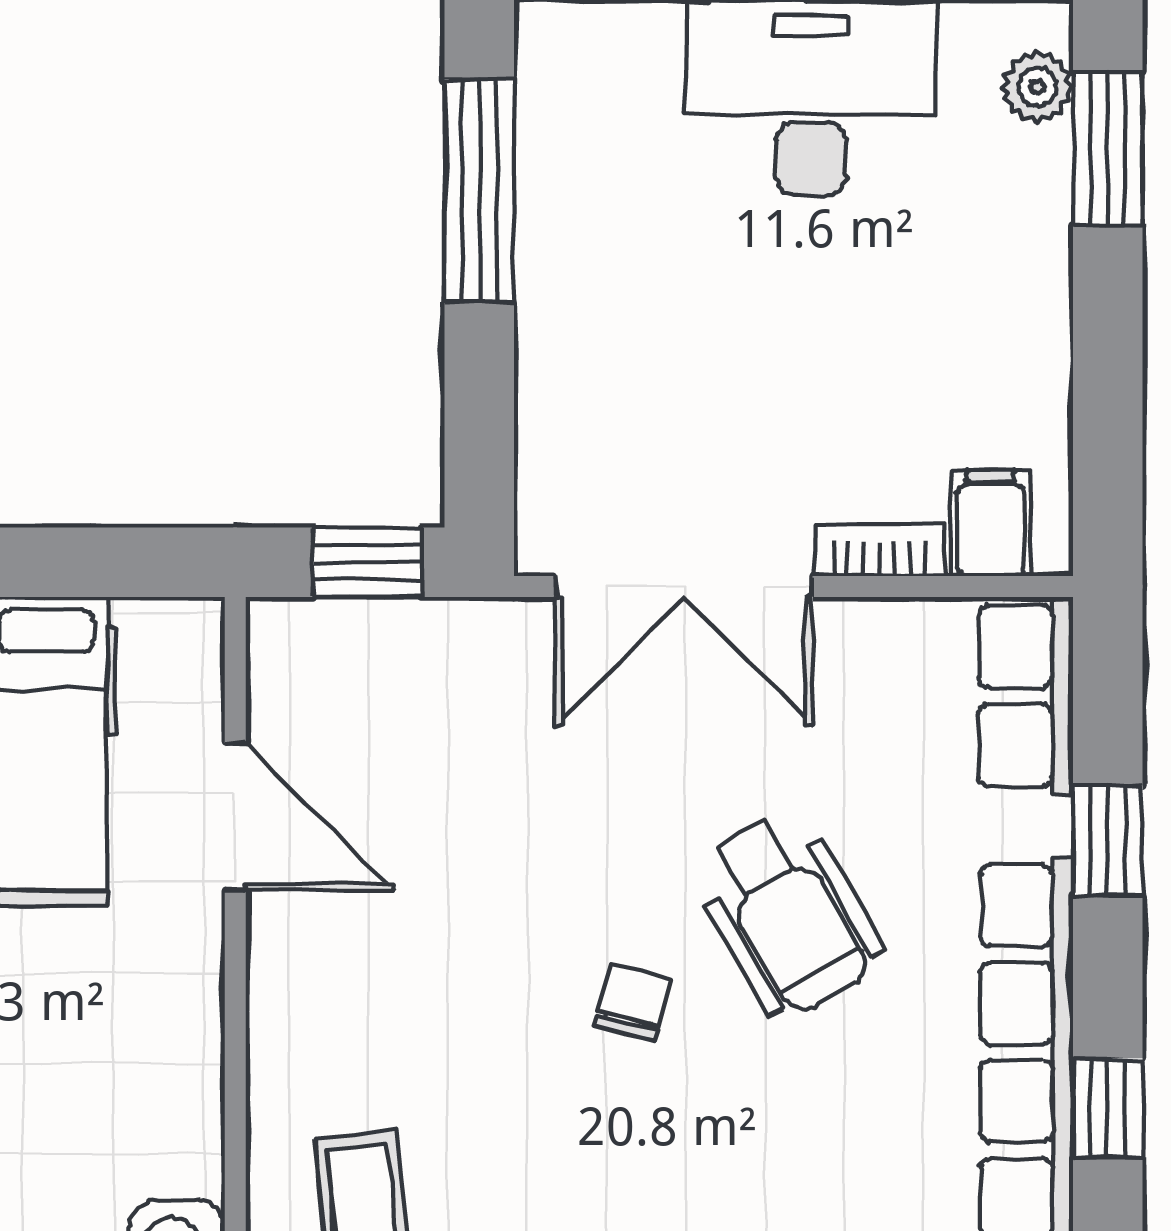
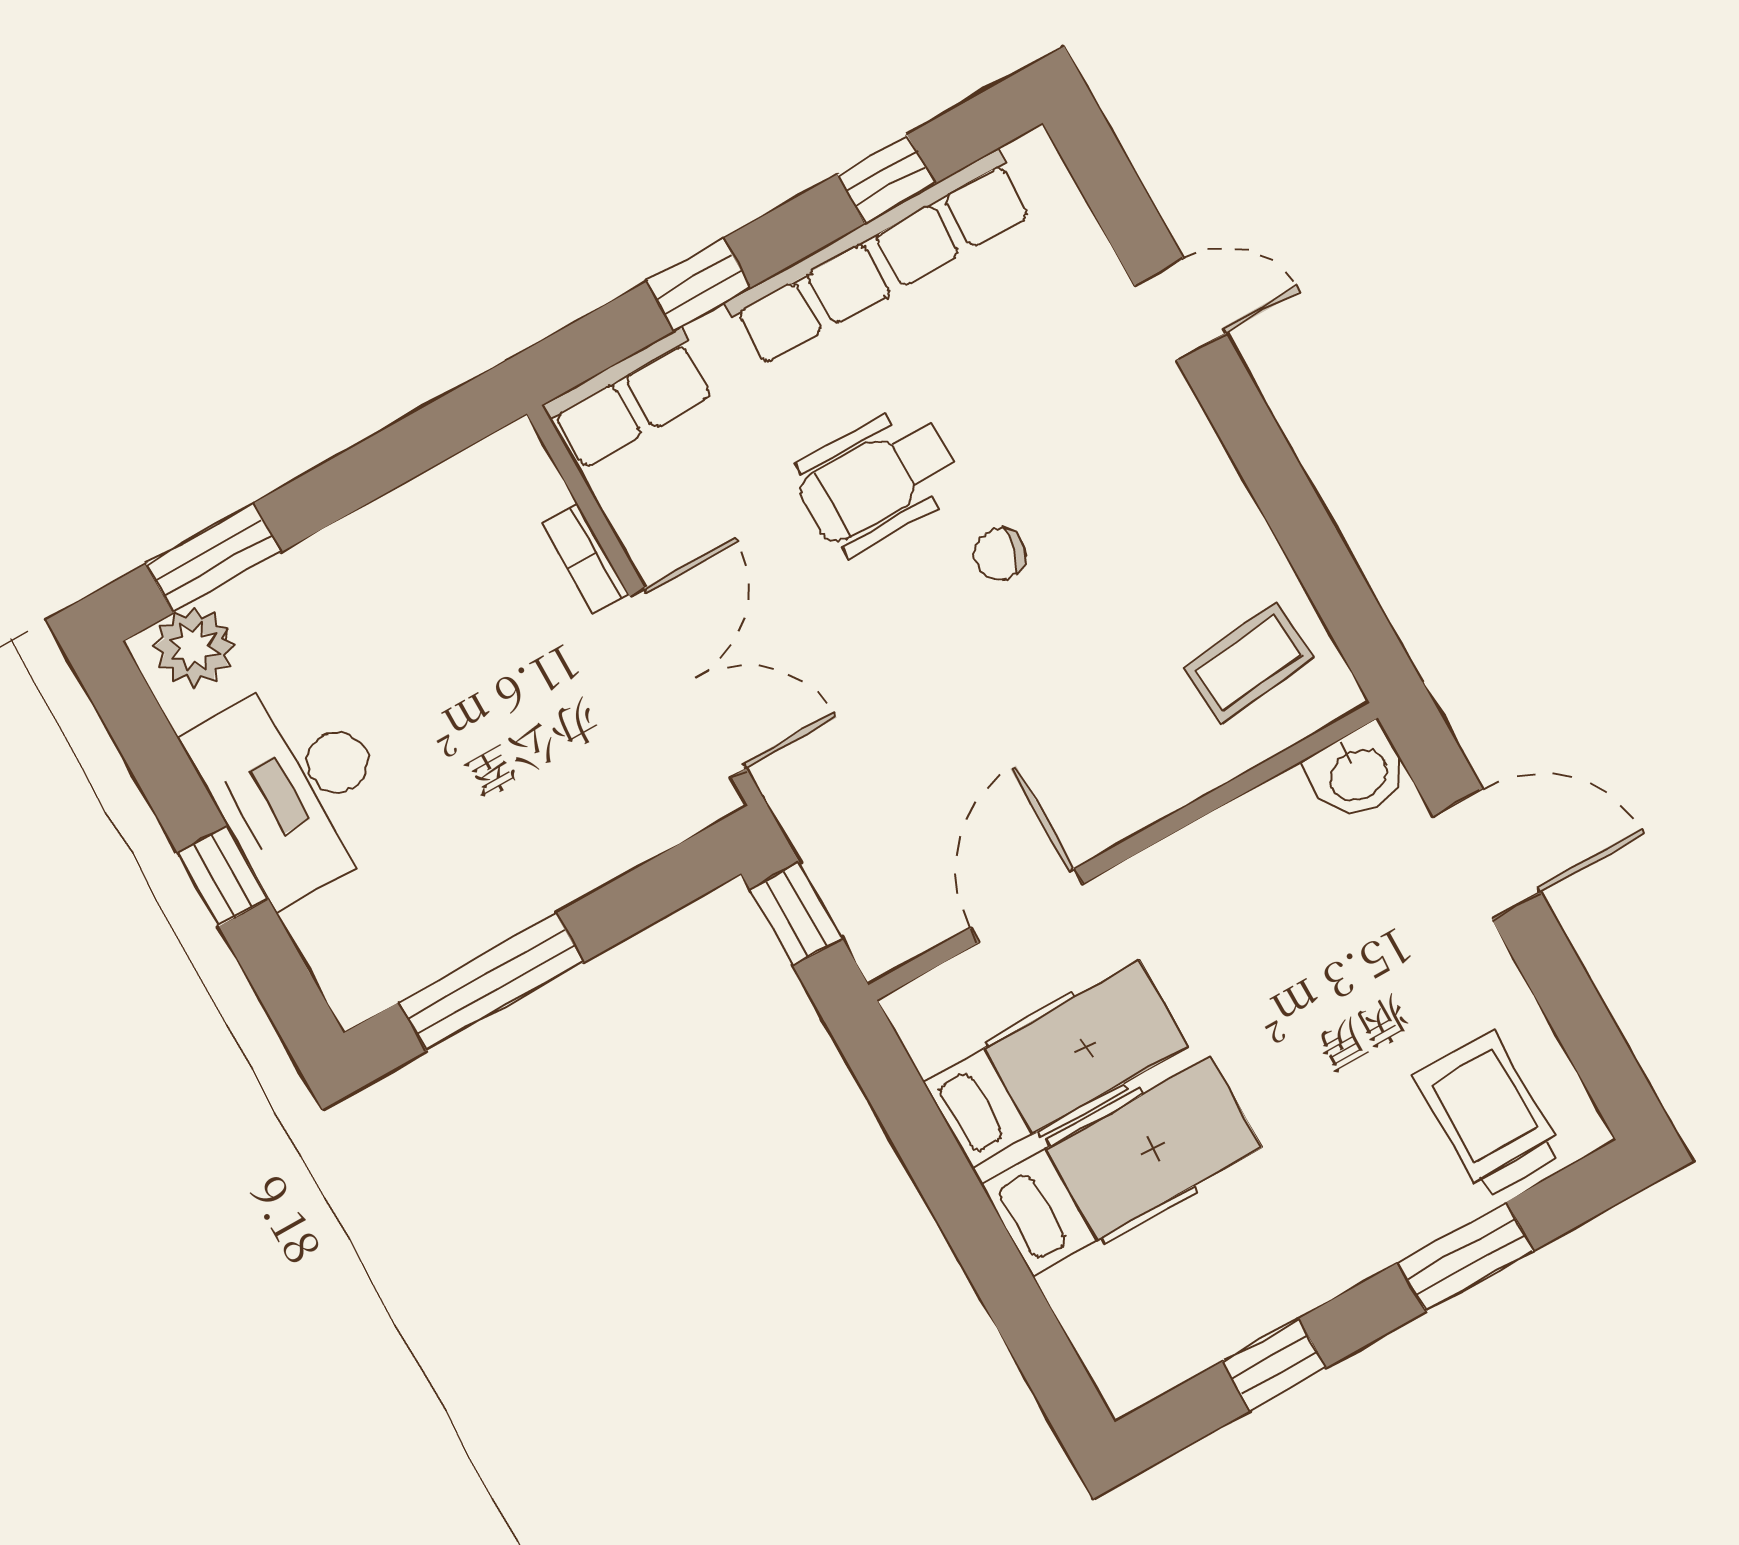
plant: (1037, 87) -> (194, 647), width x1.38, depth x1.38
filing cabinet: (991, 523) -> (522, 492), removed
wheelchair: (788, 914) -> (877, 480), turned -150

